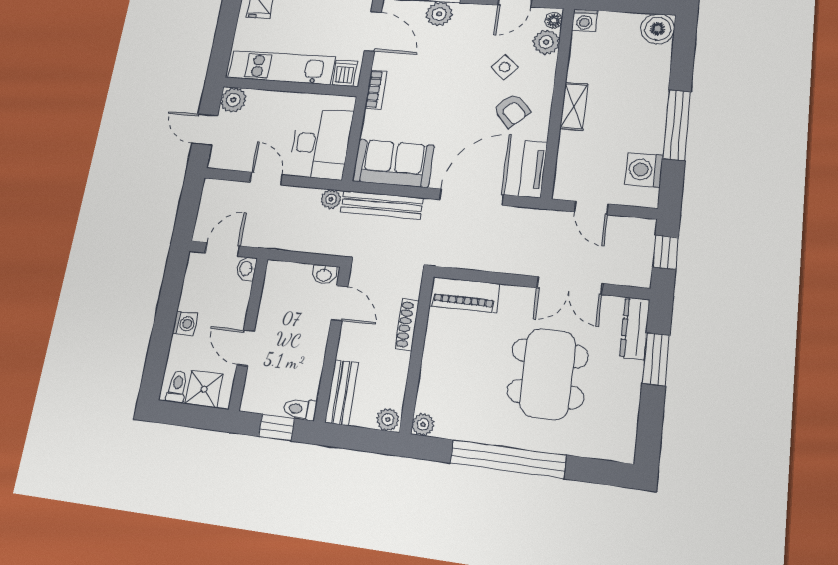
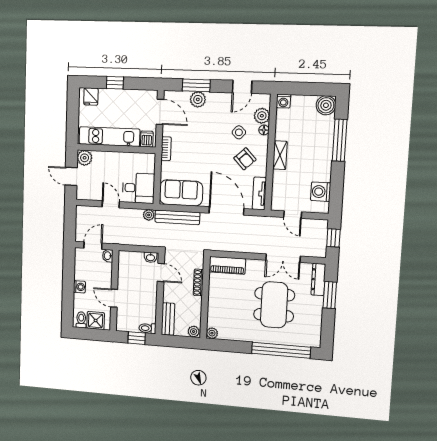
floor lamp: (554, 20) -> (264, 130), moved
window: (677, 125) -> (340, 140), moved
desk: (321, 144) -> (138, 188), width x0.73
door: (471, 197) -> (226, 211), hinge flipped
window: (508, 459) -> (281, 350), moved

